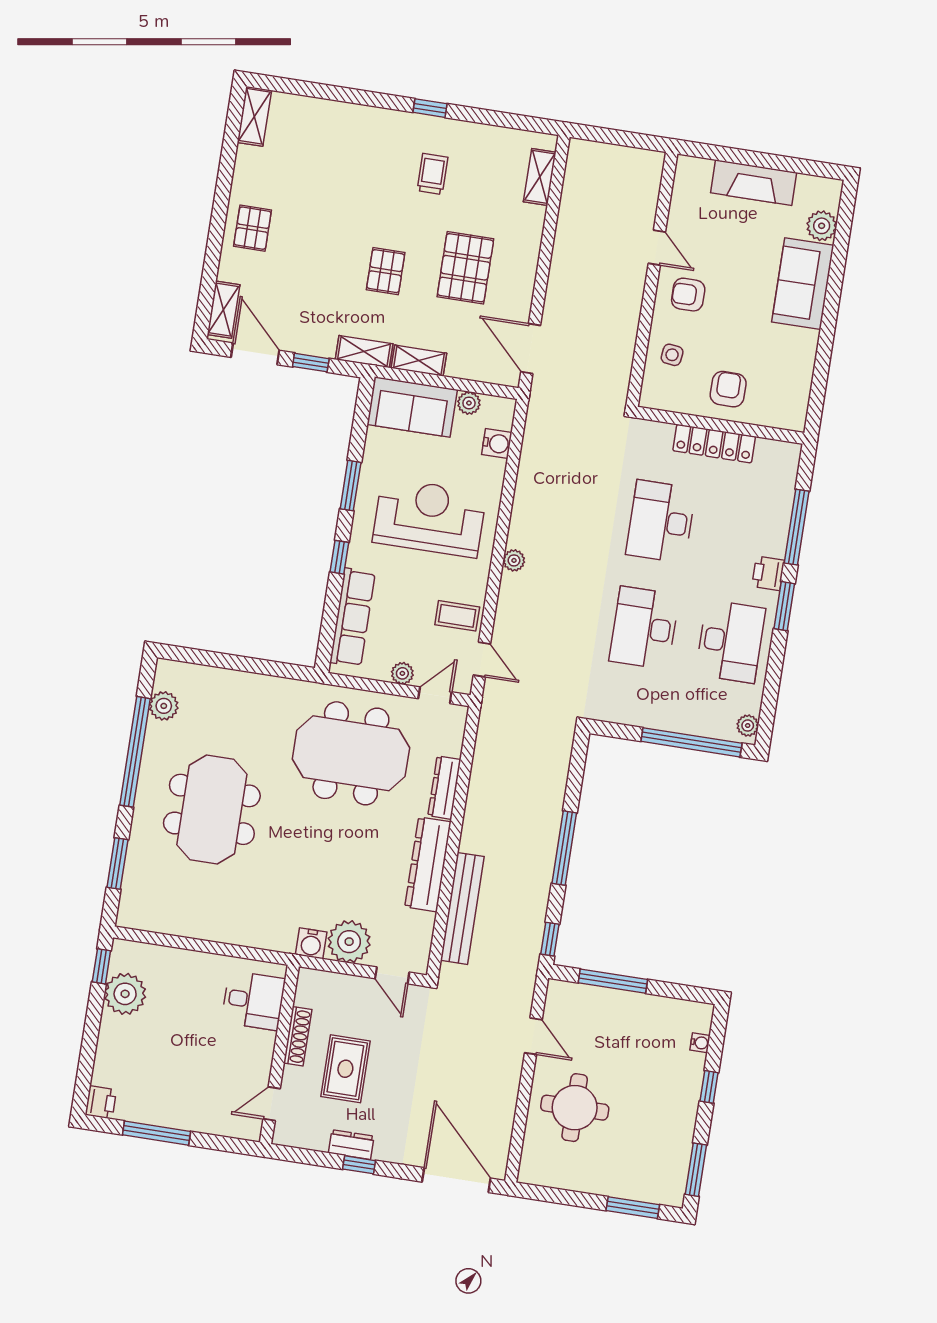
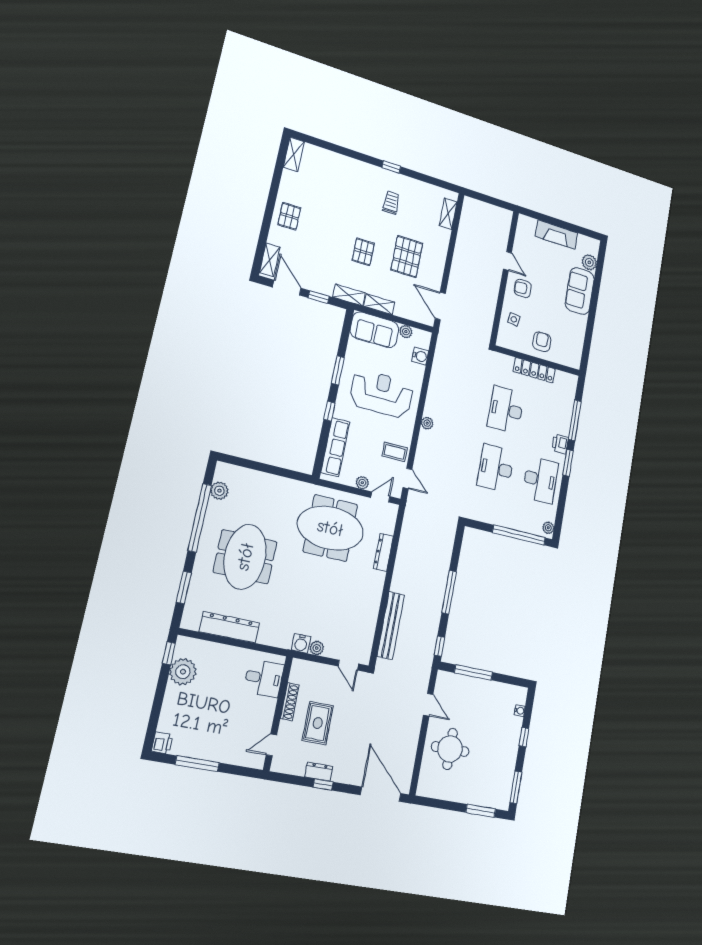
dresser: (428, 864) -> (229, 627), moved, turned 90
plant: (349, 942) -> (317, 648), width x0.53, depth x0.53

